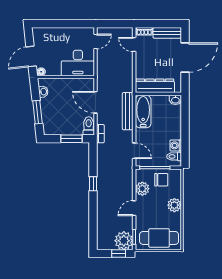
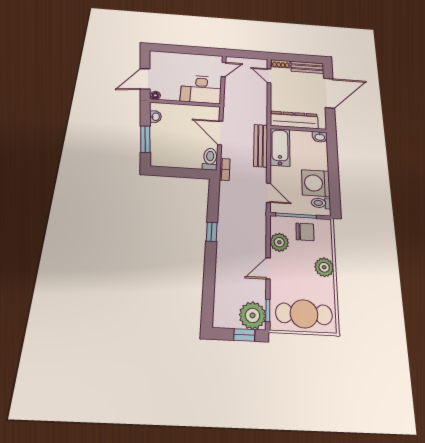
window: (72, 139) -> (186, 173), removed
washing machine: (176, 145) -> (316, 183), width x1.89, depth x1.89

